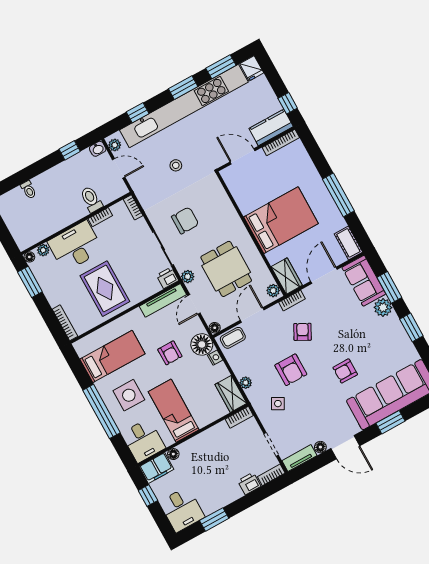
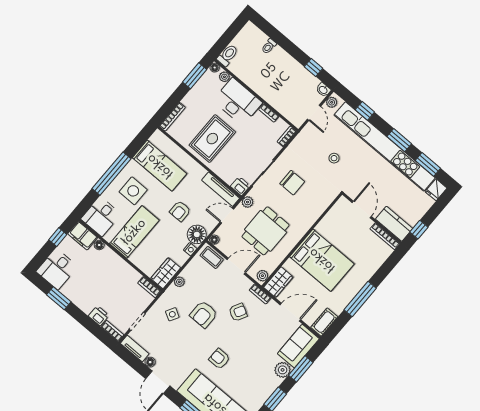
toilet: (91, 199) -> (228, 55), moved

